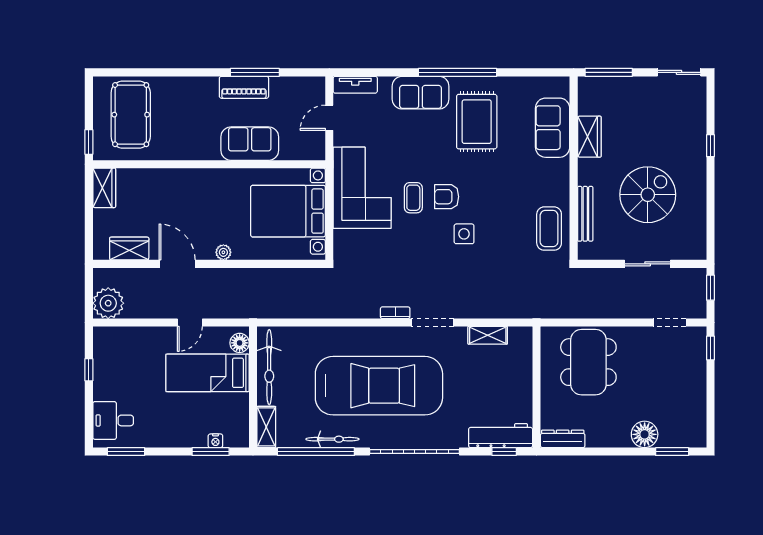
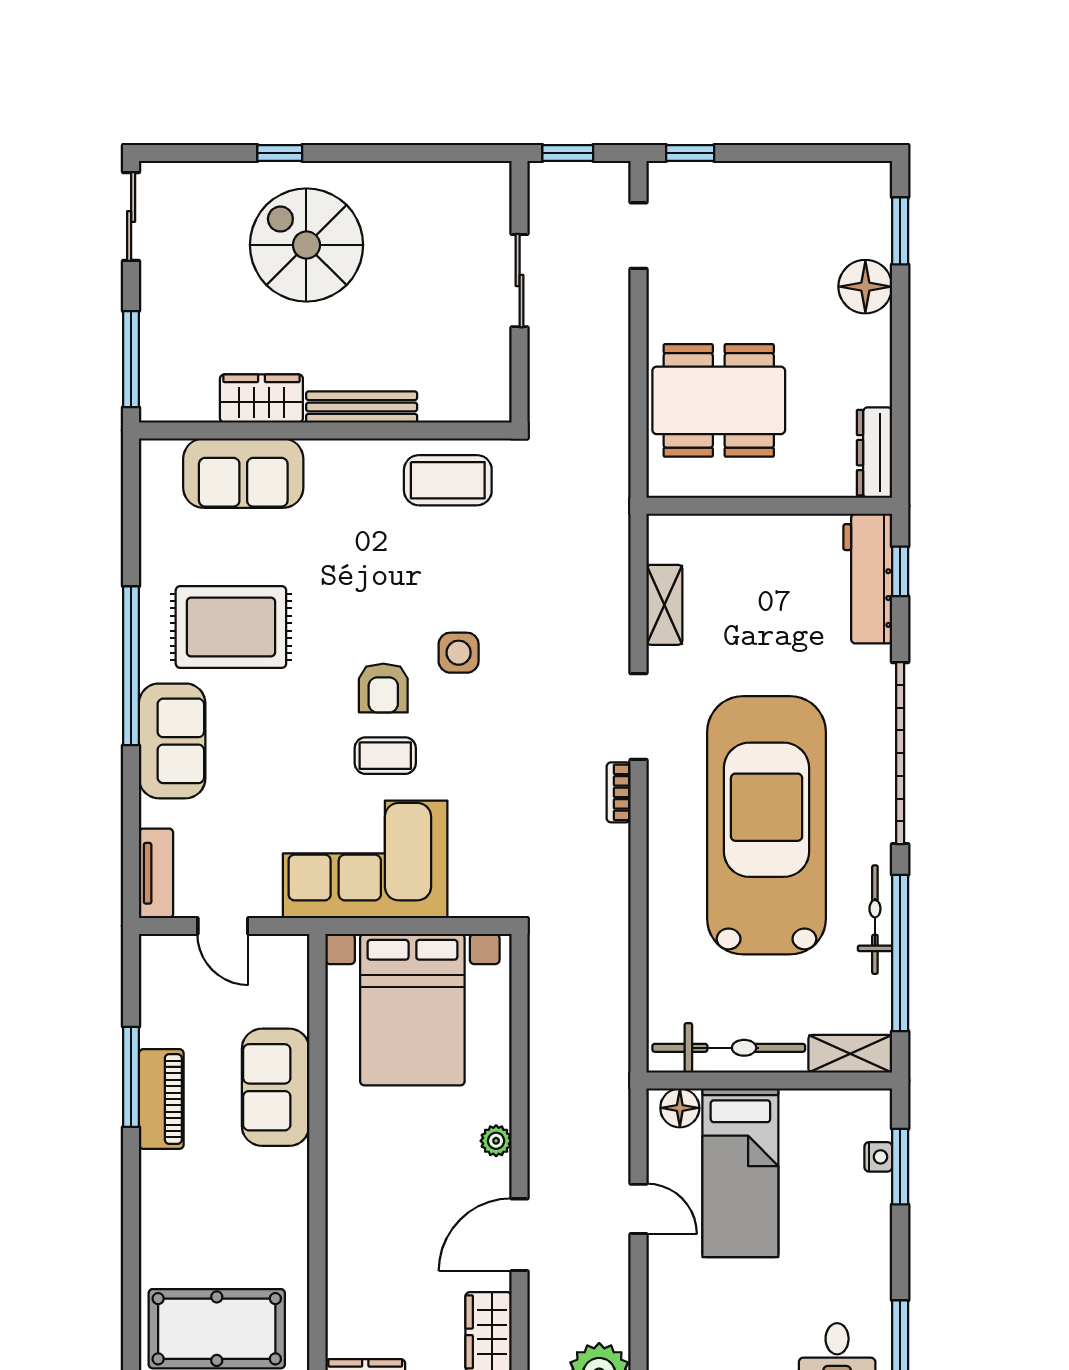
spiral stairs: (648, 195) -> (306, 245), moved
bench: (585, 214) -> (362, 407), moved

